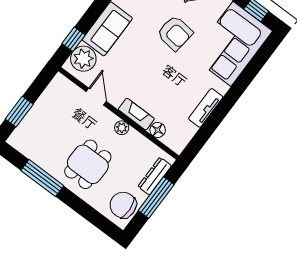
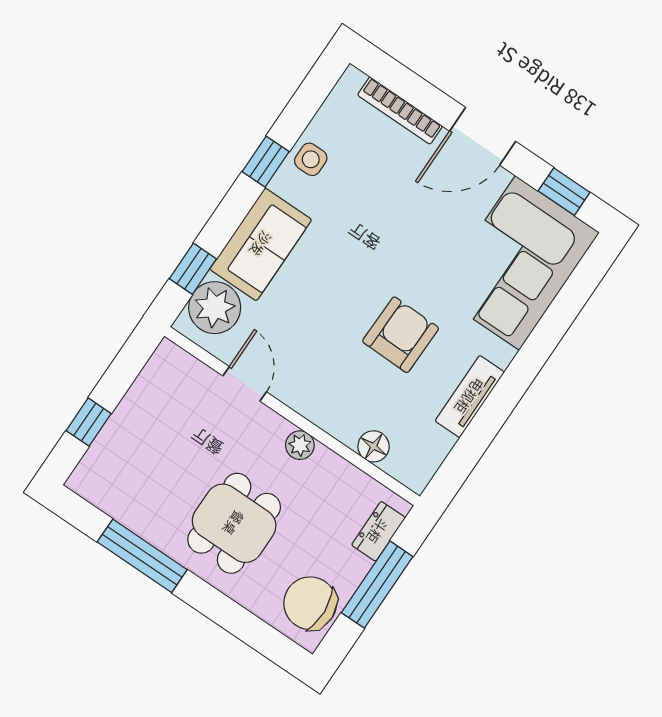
armchair: (175, 33) -> (401, 335), moved, turned -96
window: (19, 112) -> (89, 422), width x0.67
fireplace: (136, 114) -> (328, 416), removed
dresser: (155, 176) -> (378, 531), width x0.70

